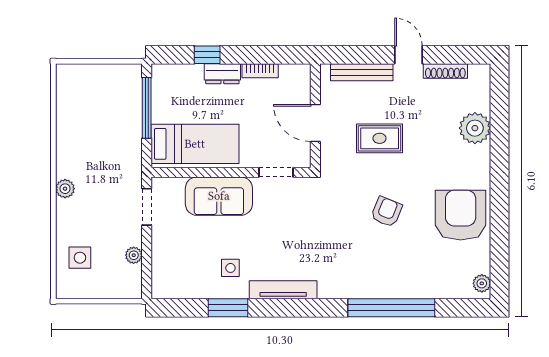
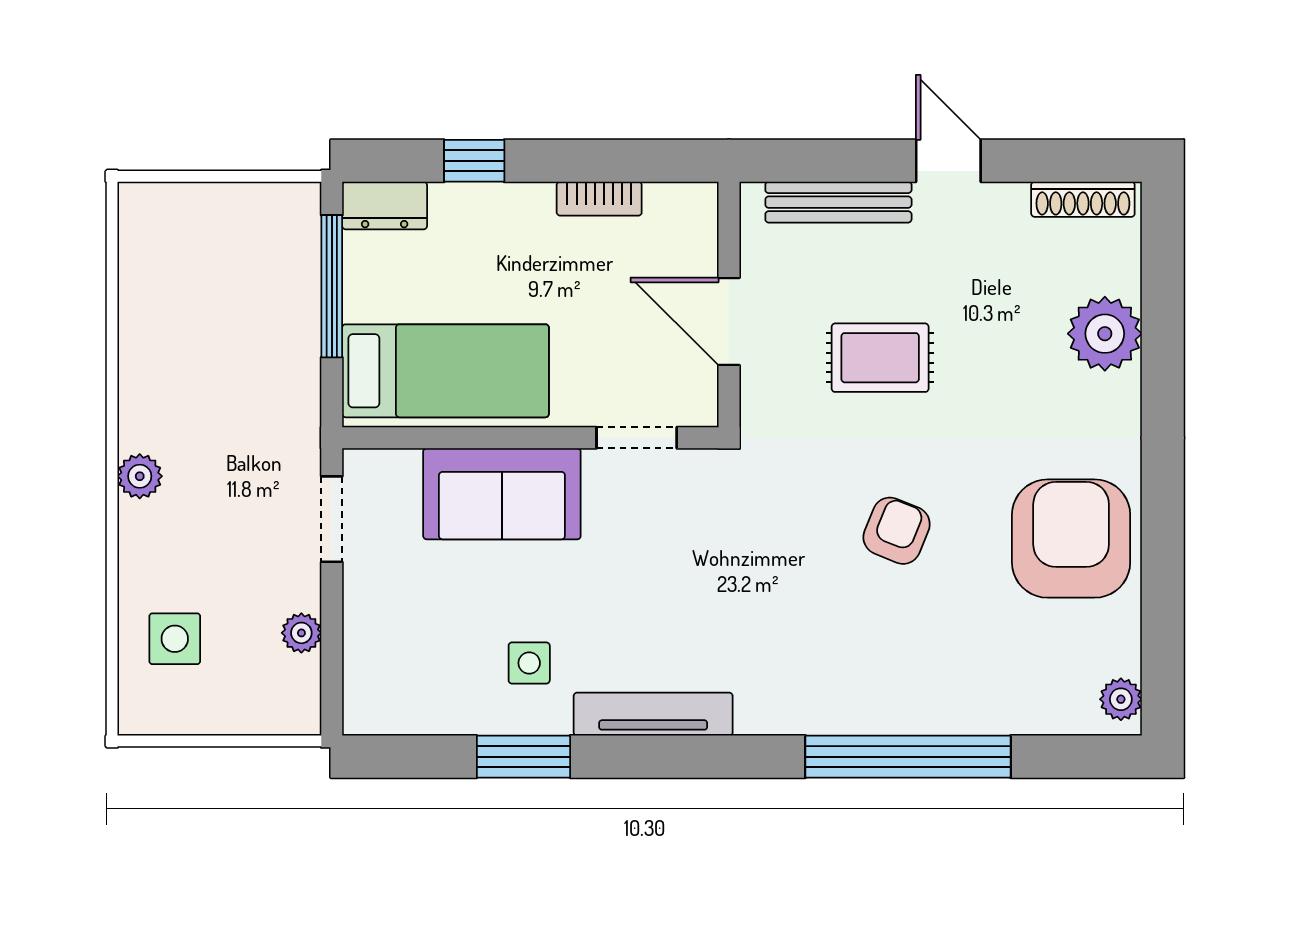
shoe rack: (445, 71) -> (1083, 199), moved
dresser: (222, 74) -> (385, 206), moved

